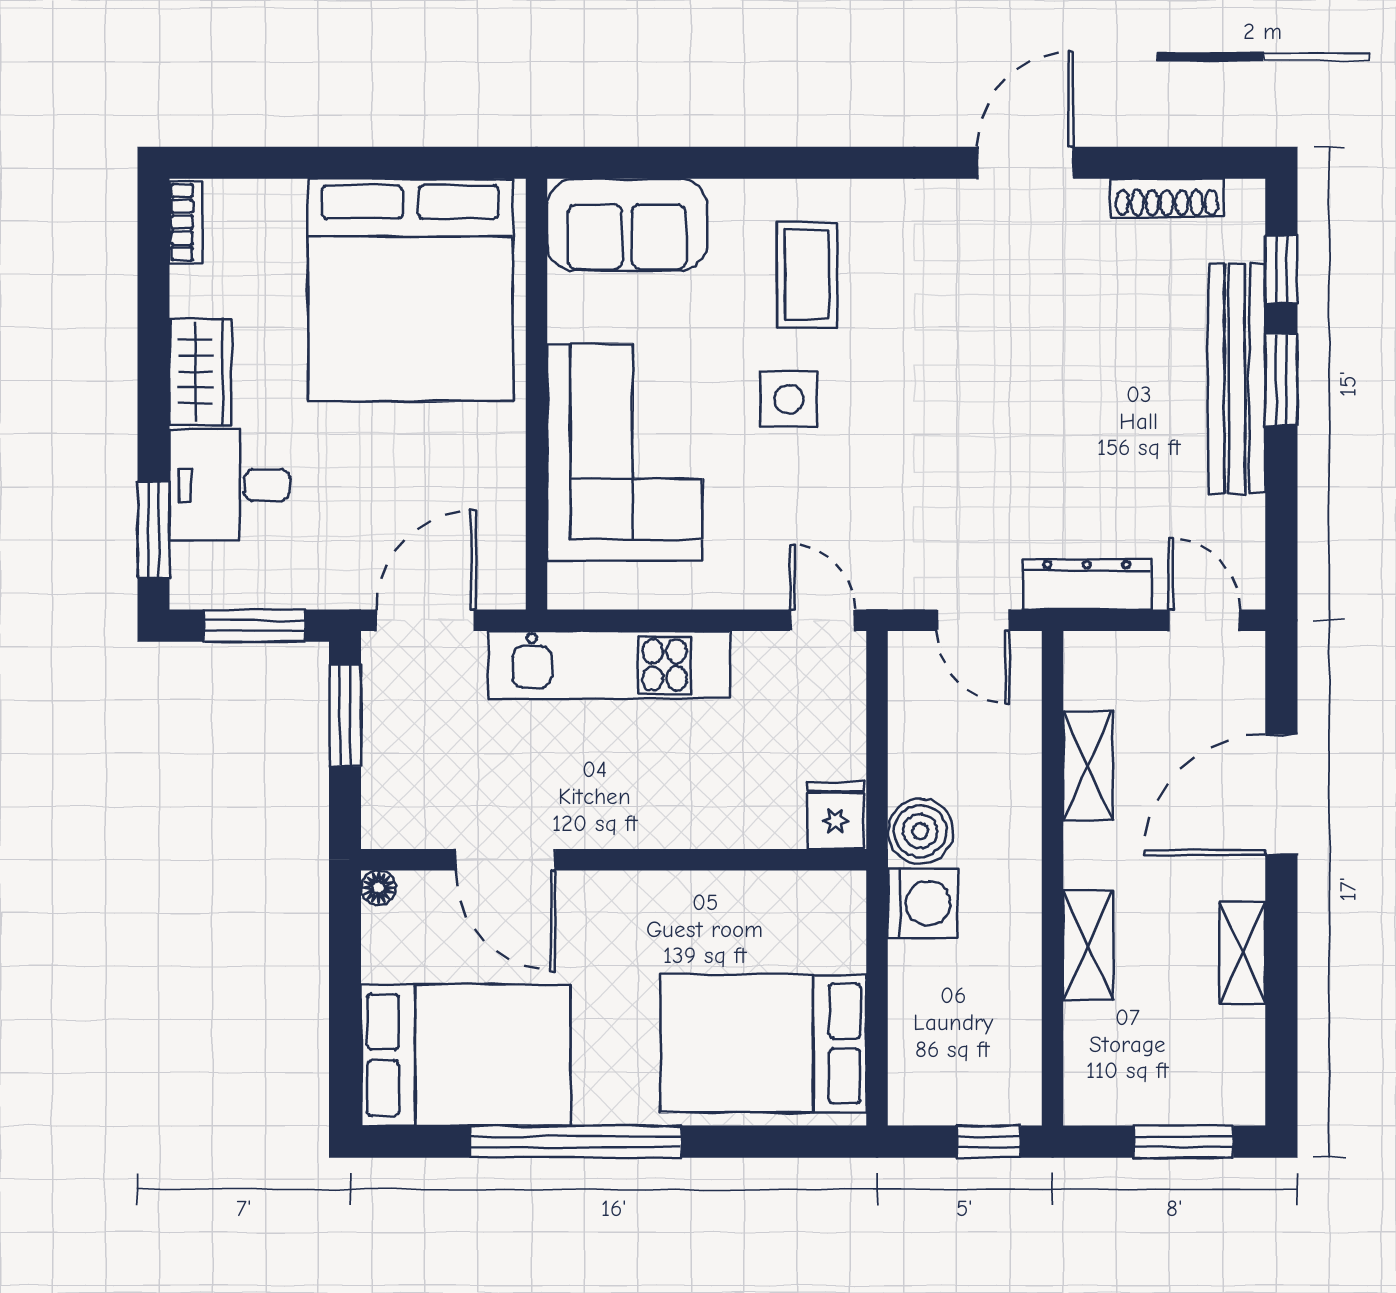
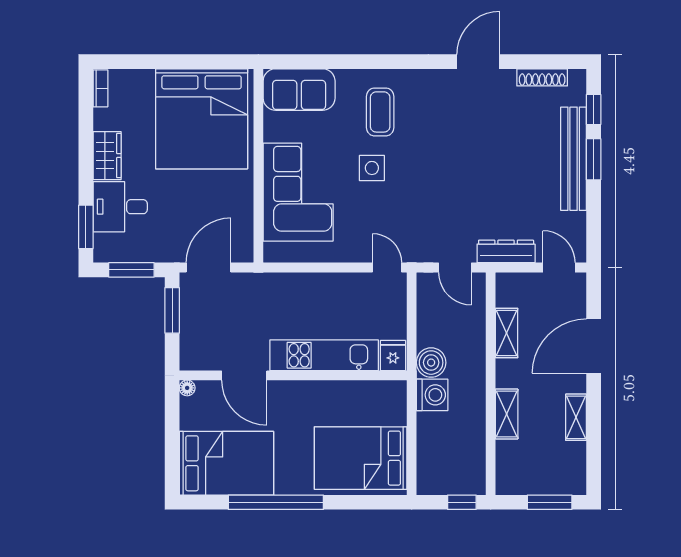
kitchen unit: (609, 665) -> (324, 355), moved, turned 180

